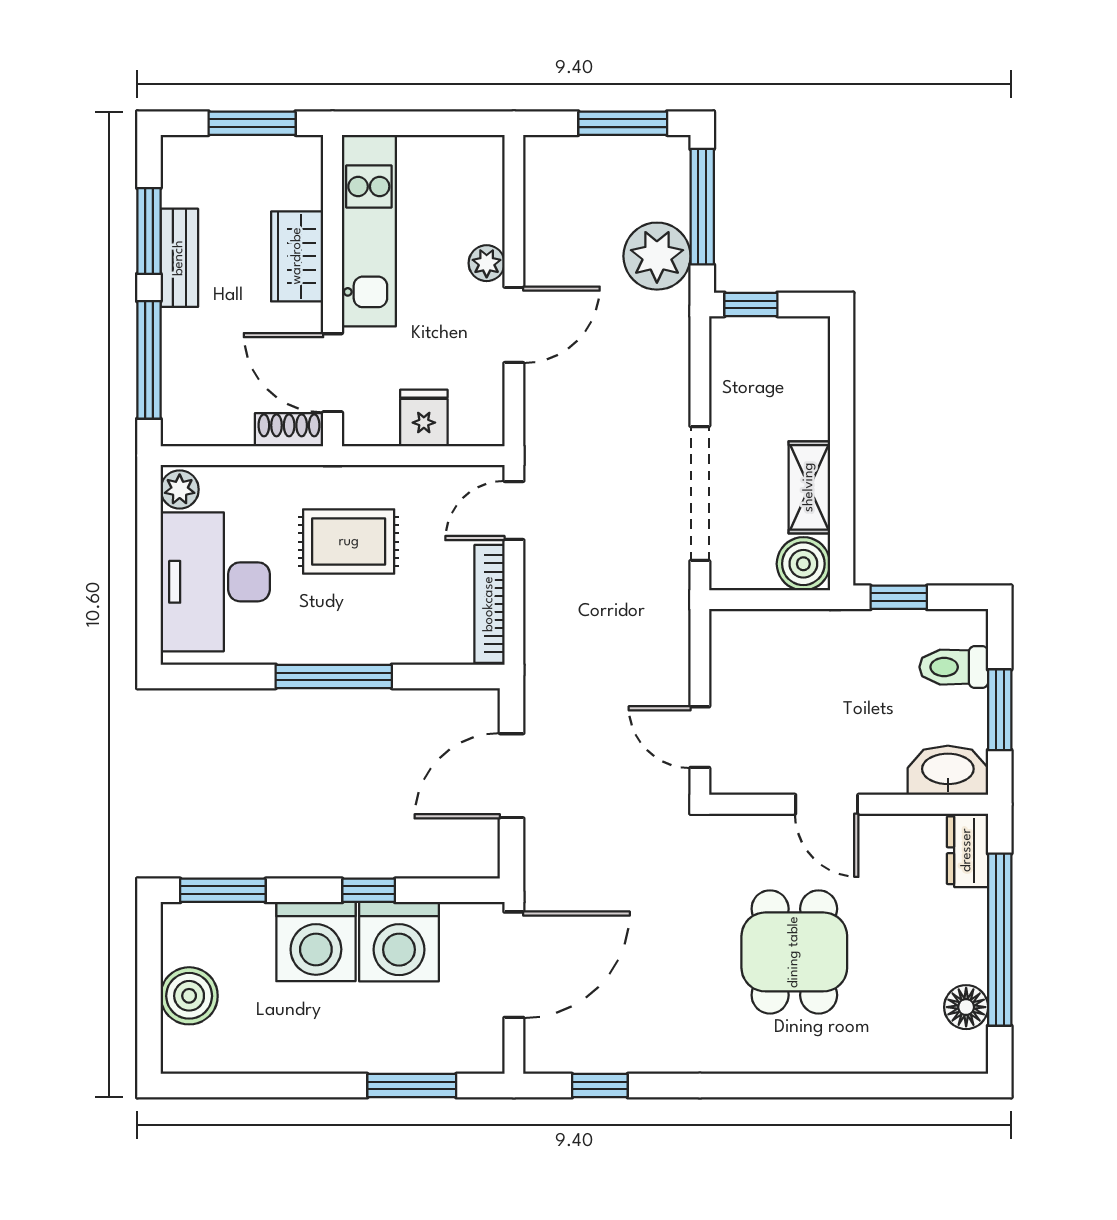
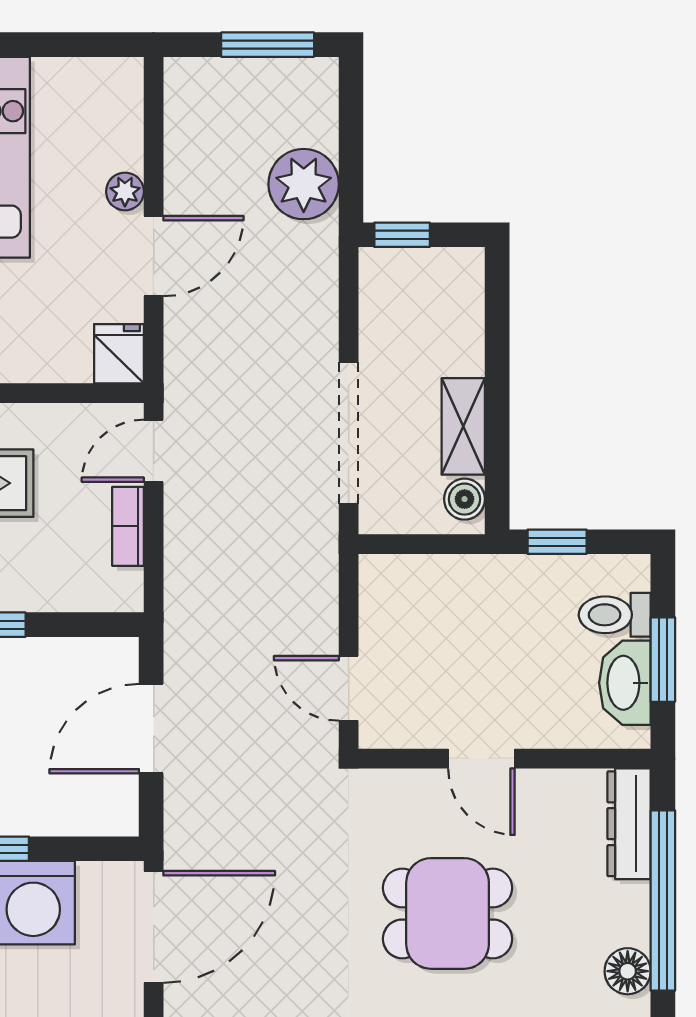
window: (702, 207) -> (351, 132), removed
fridge: (424, 418) -> (119, 354), moved
boiler: (803, 564) -> (464, 499), width x0.73, depth x0.73
bookcase: (489, 604) -> (128, 526), width x0.64
washbasin: (948, 770) -> (625, 683), moved, turned -90
dresser: (967, 850) -> (629, 824), width x1.44
dining table: (794, 952) -> (448, 913), turned 90

